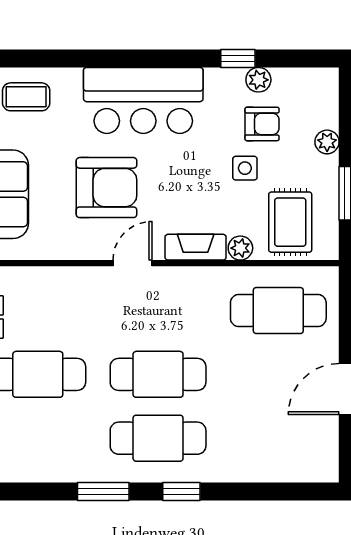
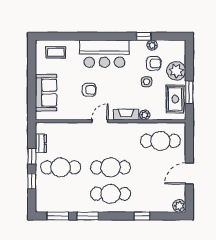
plant: (327, 142) -> (176, 71), width x1.87, depth x1.87
armchair: (106, 188) -> (89, 90), width x0.53, depth x0.53
rug: (290, 222) -> (175, 99), moved
plant: (324, 467) -> (179, 206), added
window: (31, 492) -> (58, 216), added
window: (181, 492) -> (142, 216), moved

